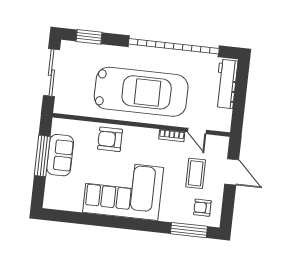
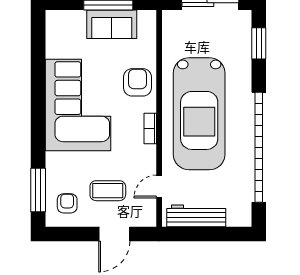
workbench: (226, 84) -> (196, 216), moved
bookcase: (172, 136) -> (150, 128), moved

